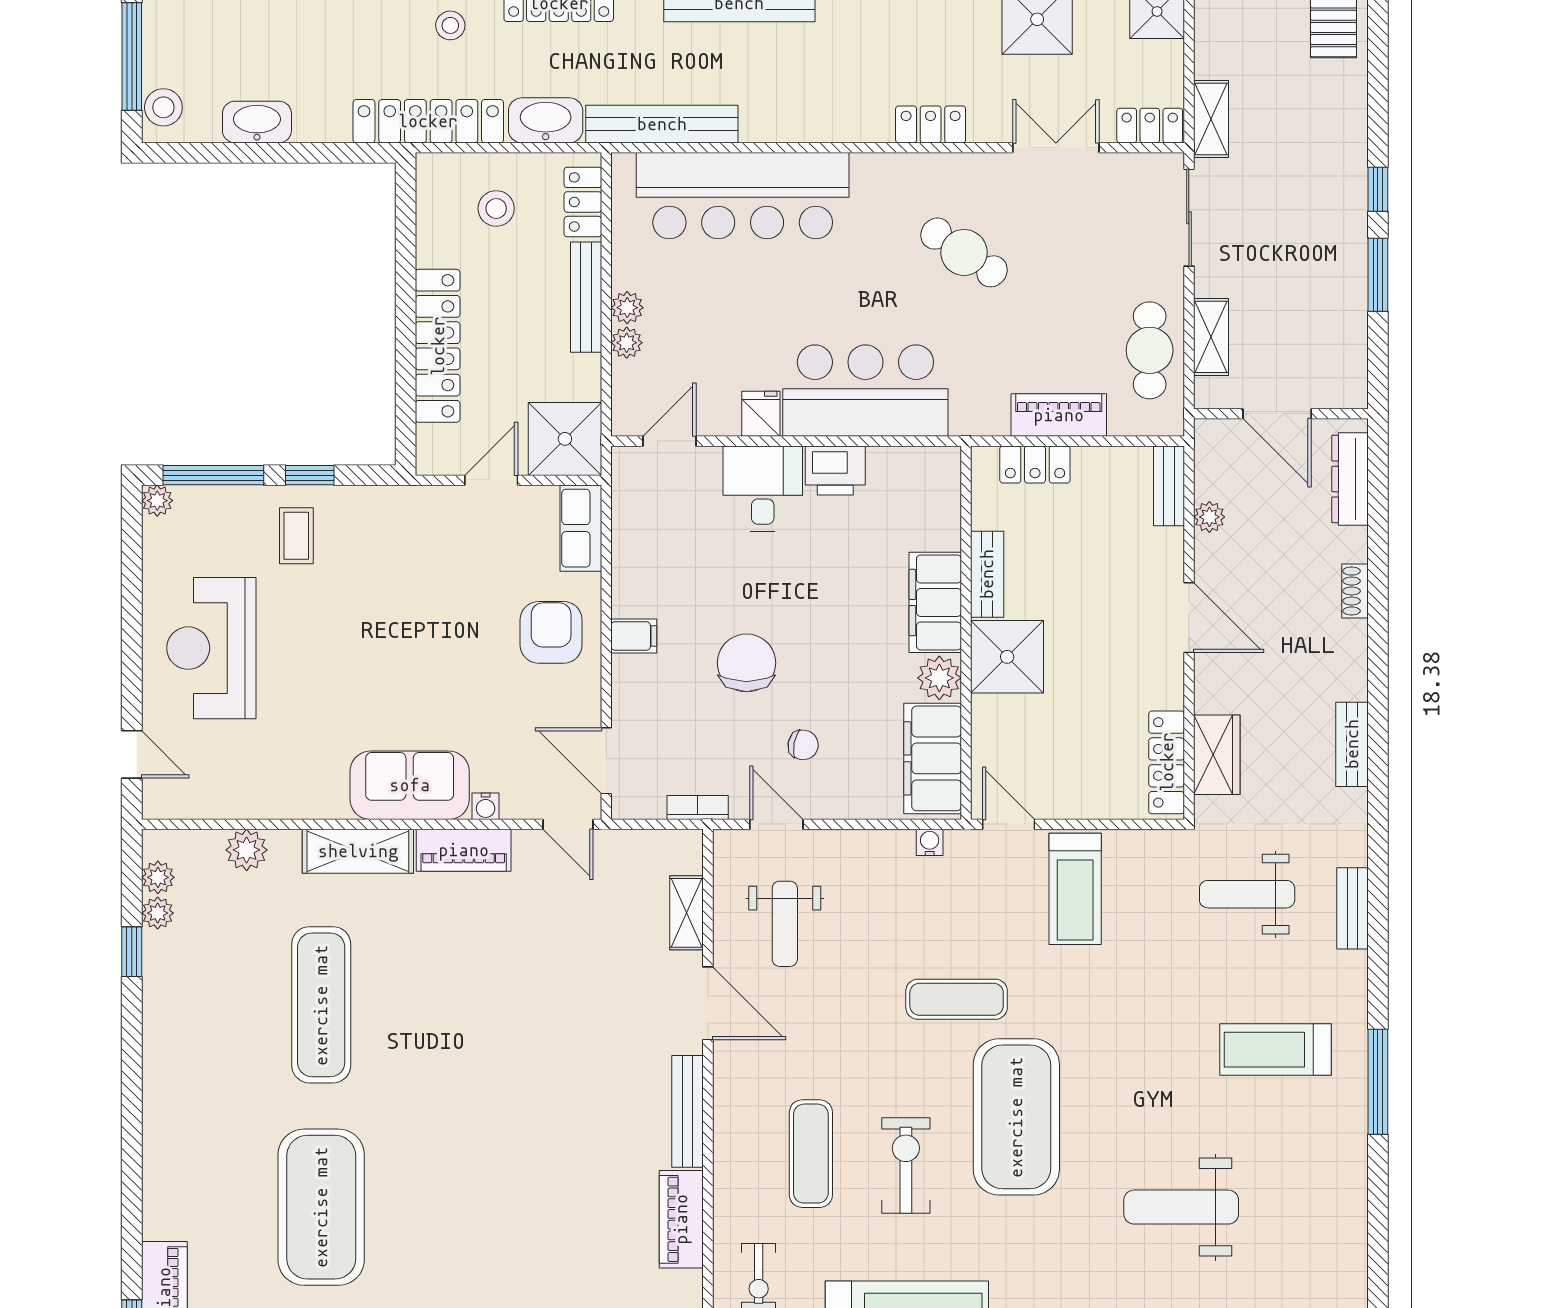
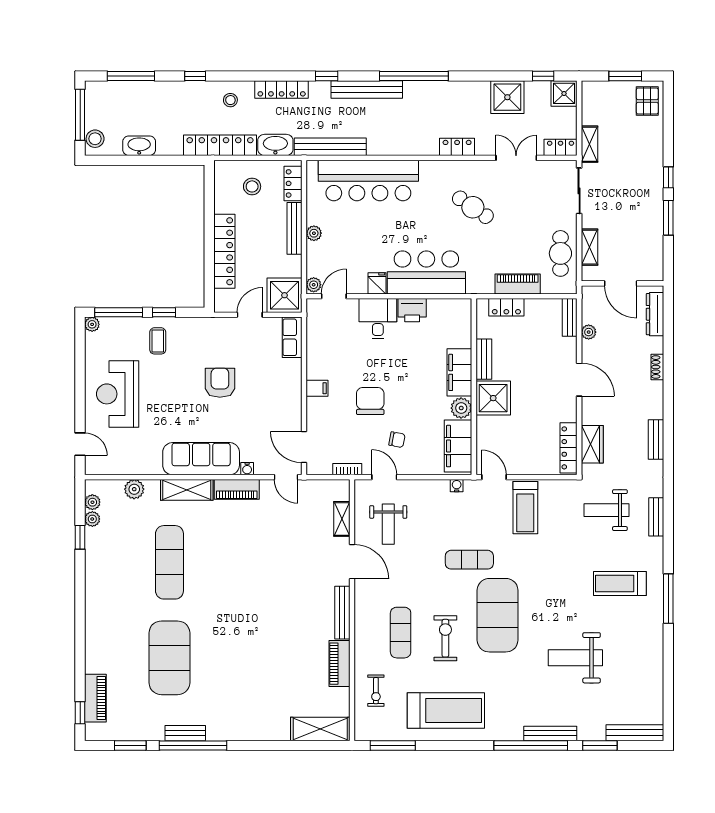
plant: (627, 343) -> (314, 285), moved
armchair: (551, 632) -> (220, 383), moved
sofa: (410, 785) -> (201, 459), width x1.36

